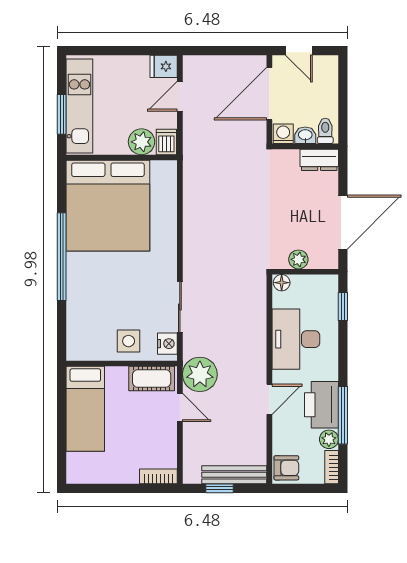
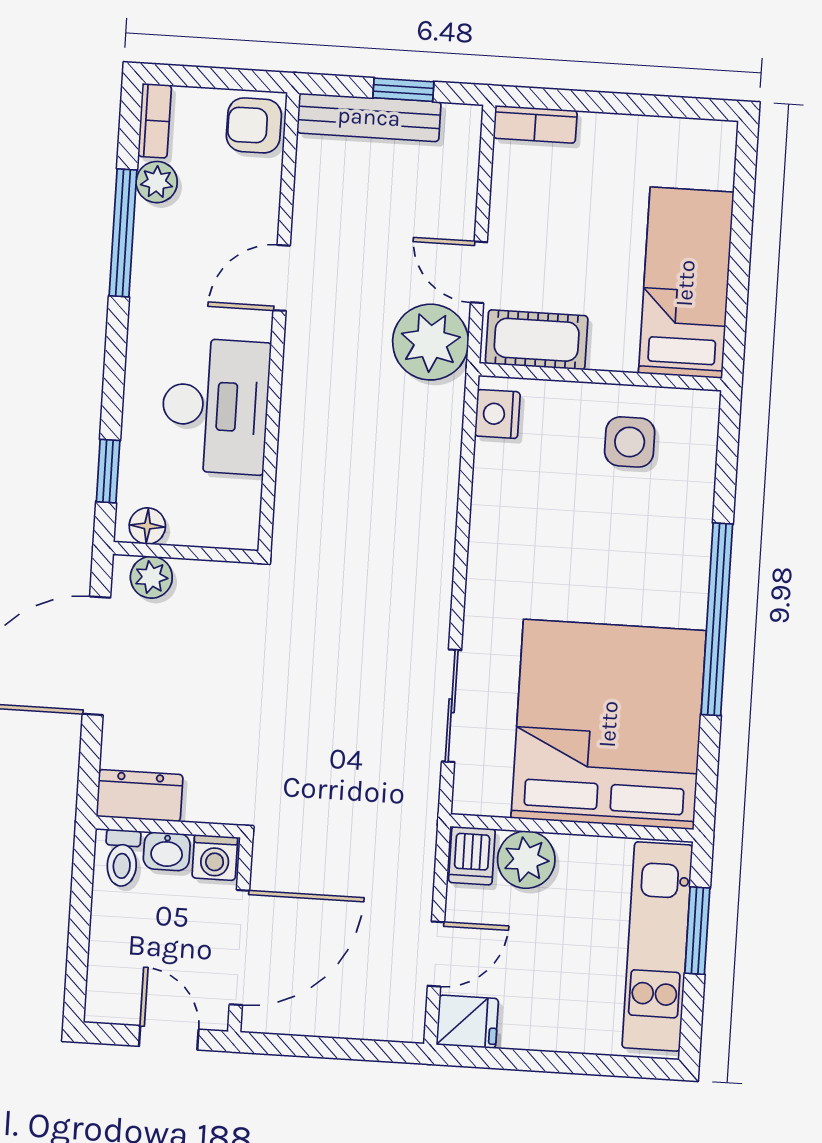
plant: (298, 259) -> (151, 577), moved
floor lamp: (282, 283) -> (147, 526), moved
sliding door: (180, 307) -> (452, 706), moved
side table: (129, 341) -> (630, 442), moved
printer: (322, 405) -> (168, 259), removed

